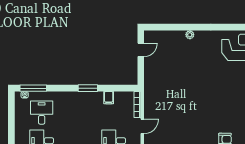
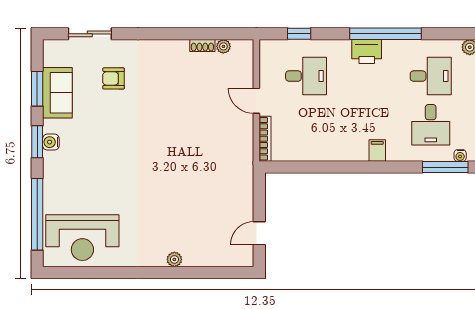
window: (88, 88) -> (351, 167), removed
filing cabinet: (109, 98) -> (377, 151), moved
door: (142, 126) -> (256, 101), hinge flipped

